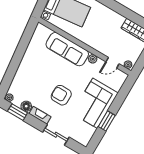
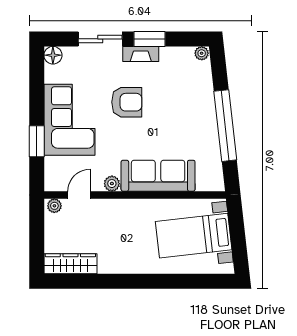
window: (19, 54) -> (225, 126), added
floor lamp: (26, 106) -> (53, 55), moved
window: (17, 112) -> (150, 39), moved
window: (107, 121) -> (37, 141), moved

